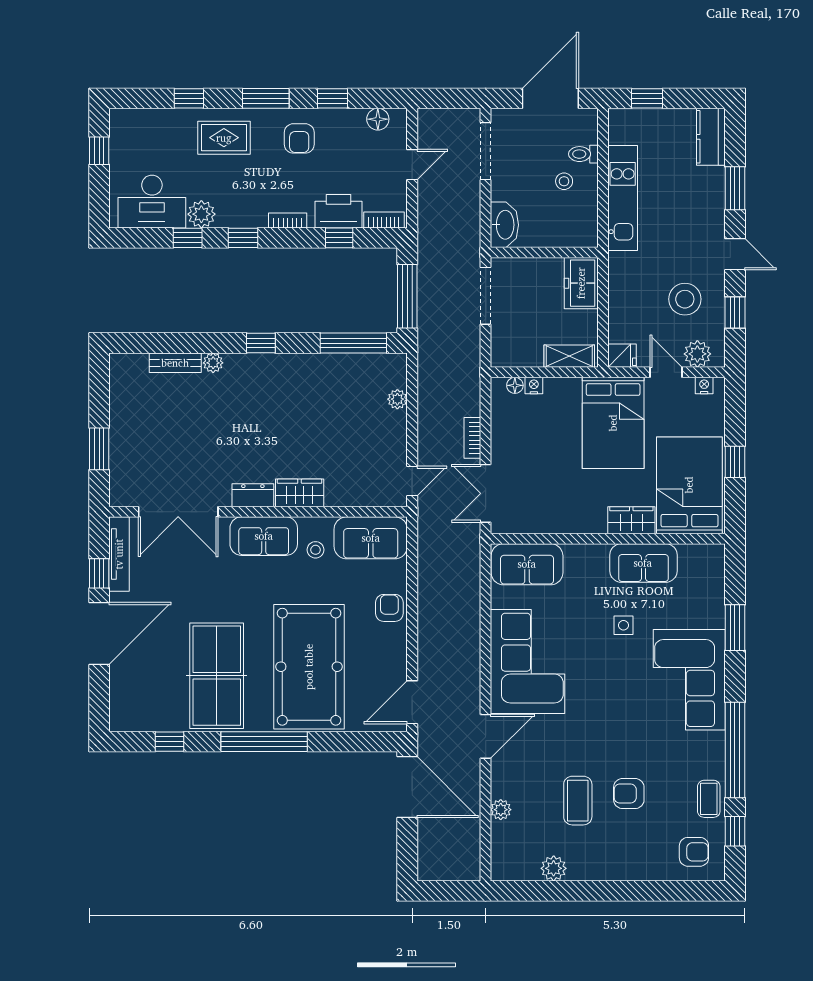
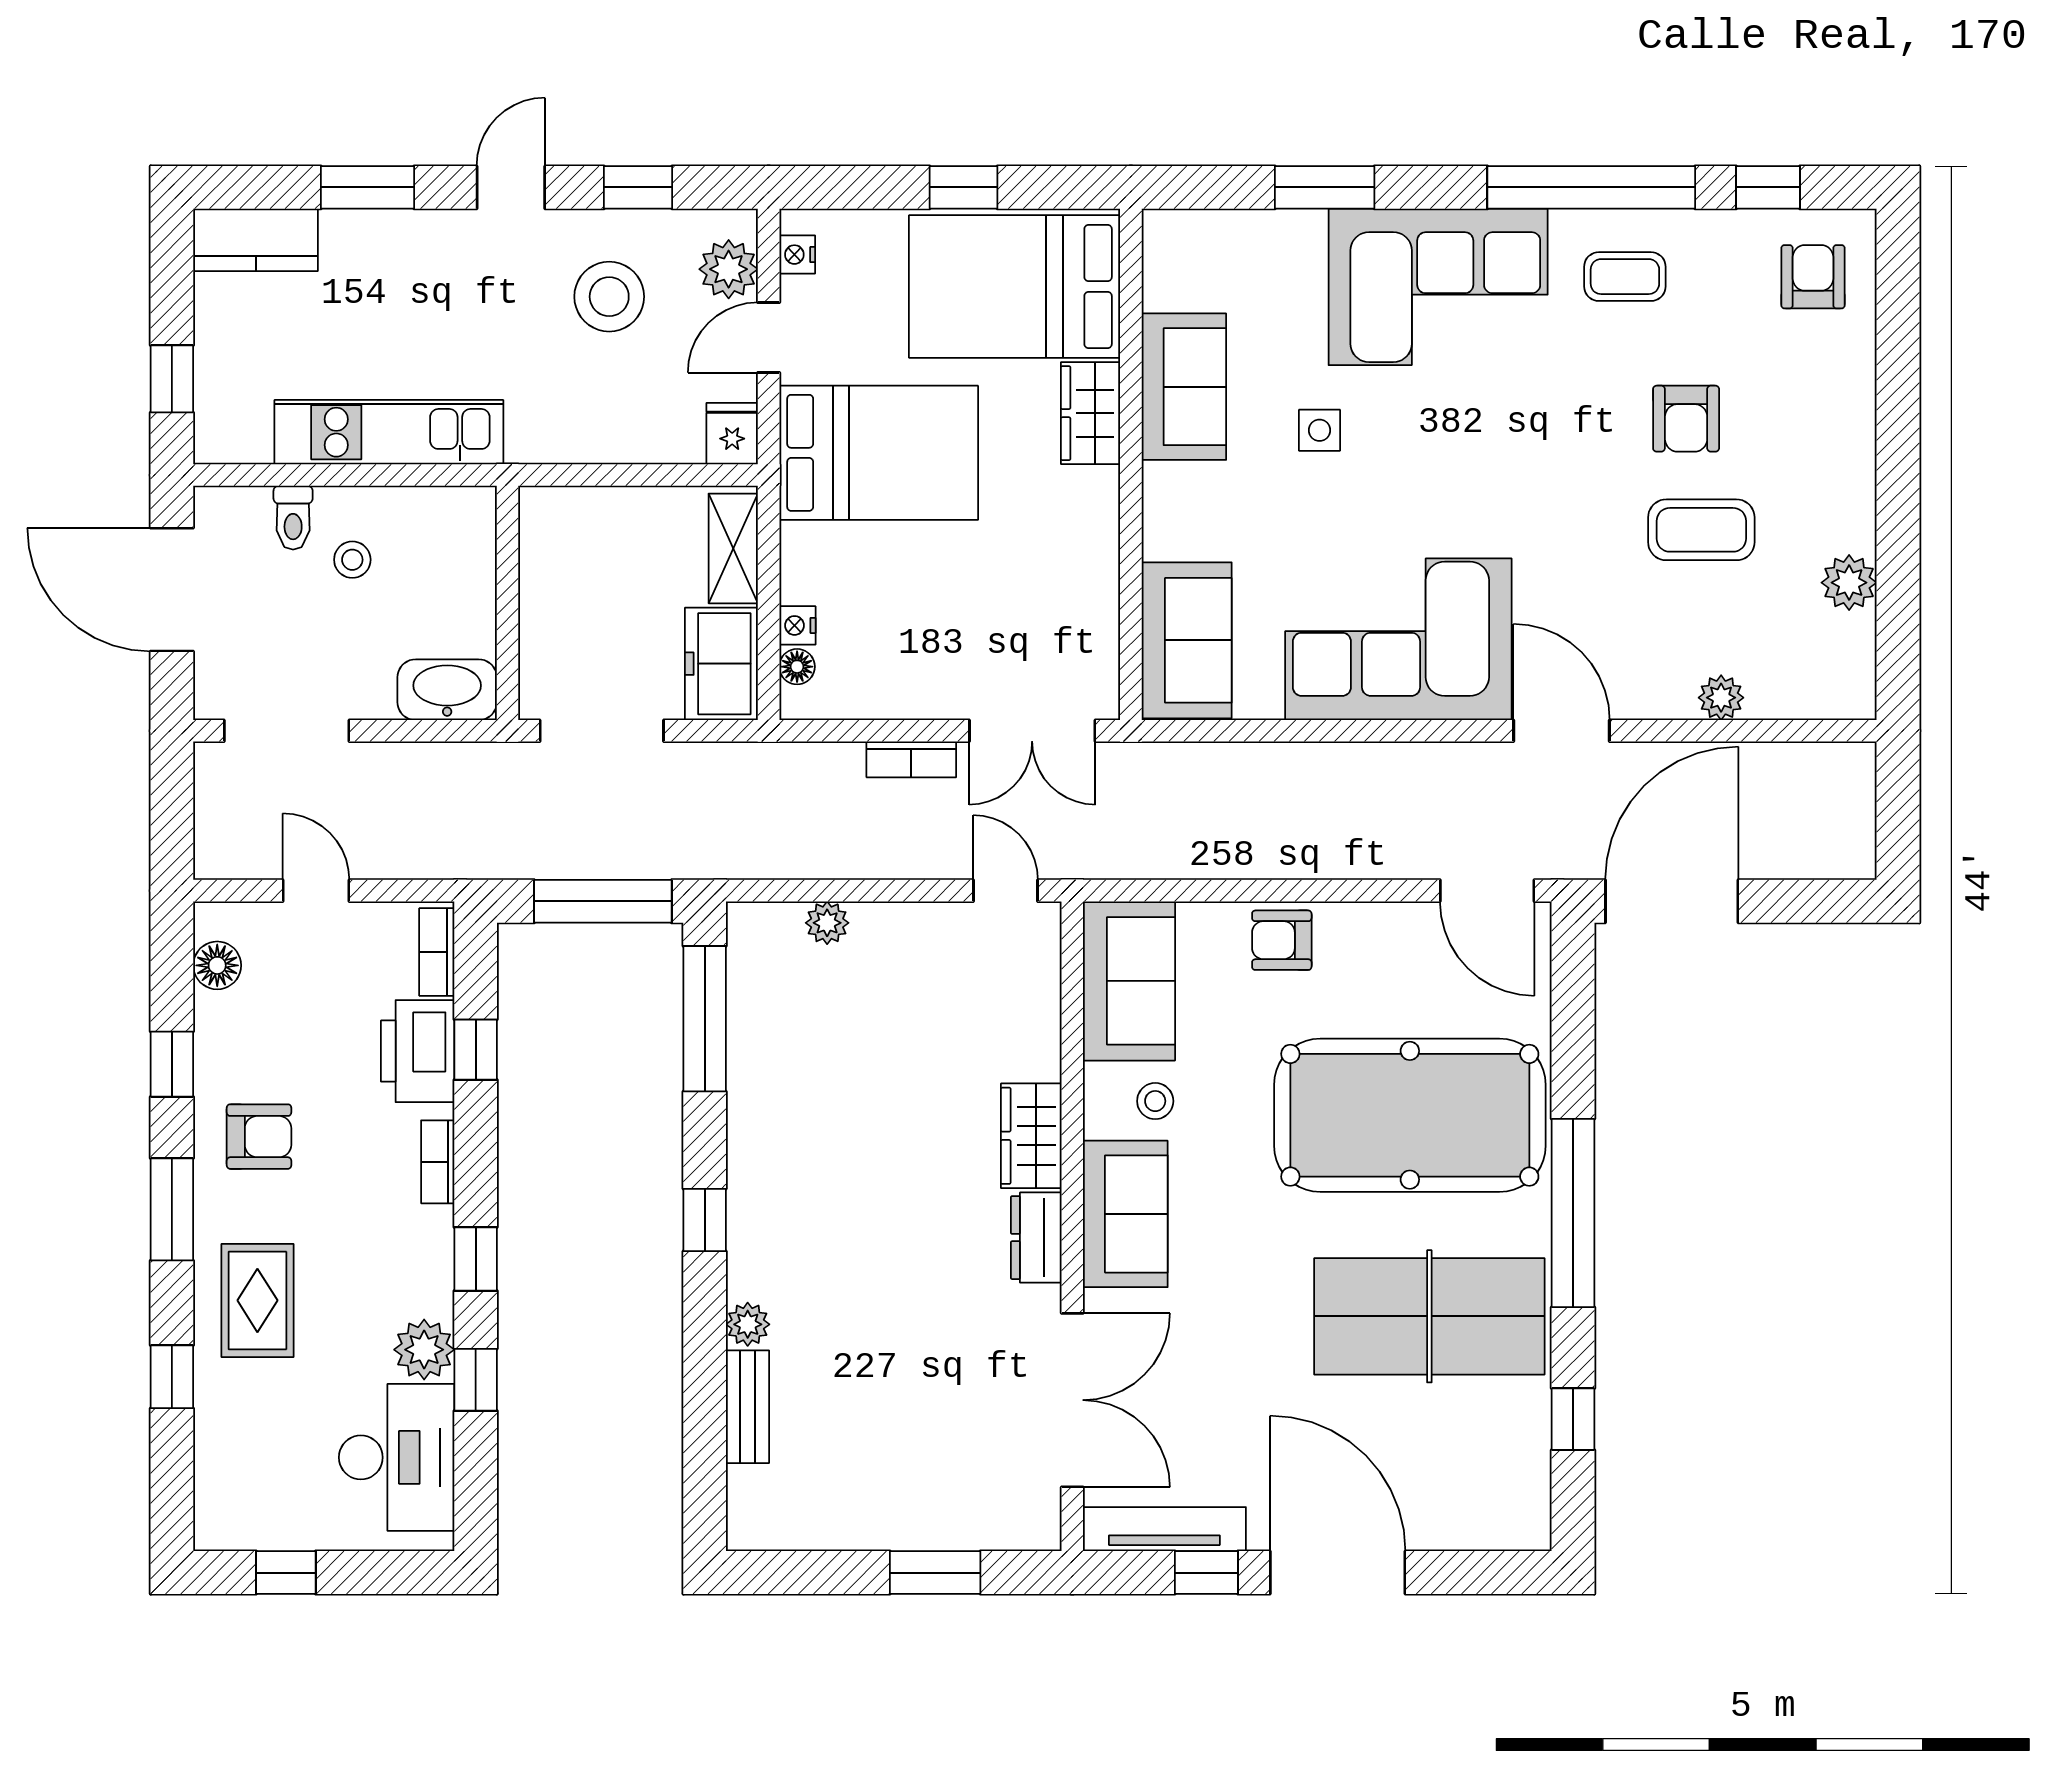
freezer: (581, 283) -> (721, 664), moved, turned 90
coffee table: (709, 799) -> (1625, 277), moved

